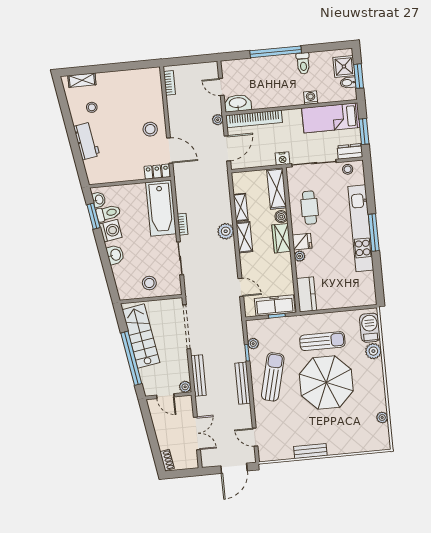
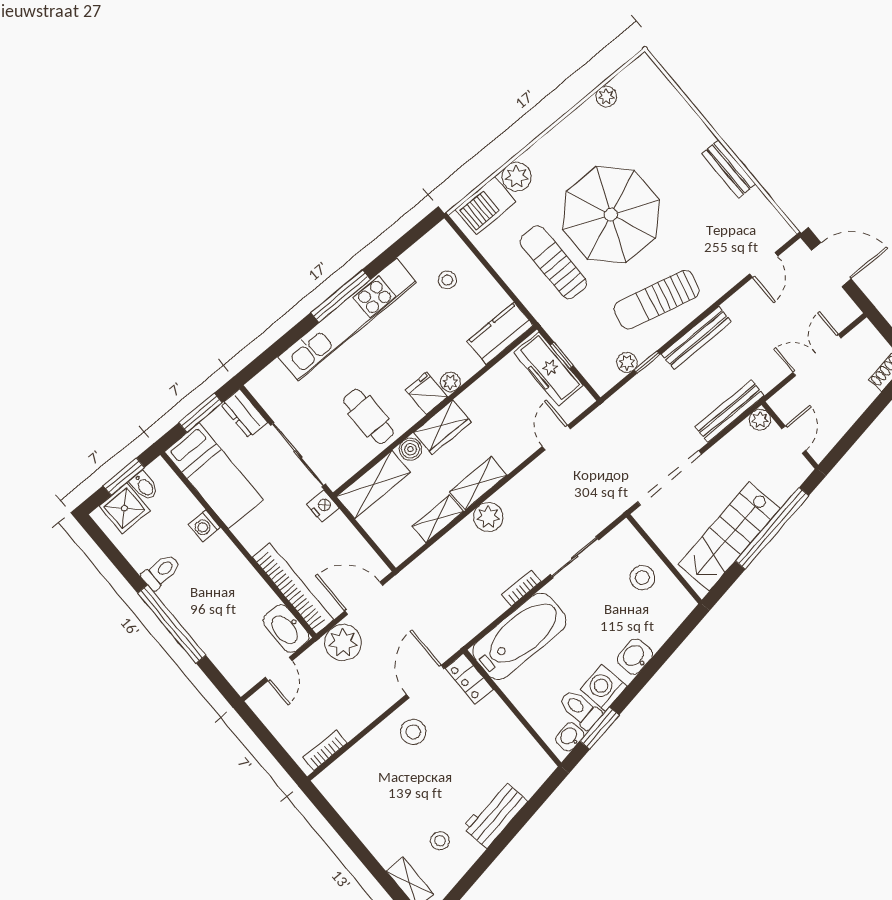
plant: (218, 120) -> (343, 643), width x1.88, depth x1.88
stool: (348, 169) -> (447, 280), moved
cafe table: (310, 208) -> (368, 416), turned 90

